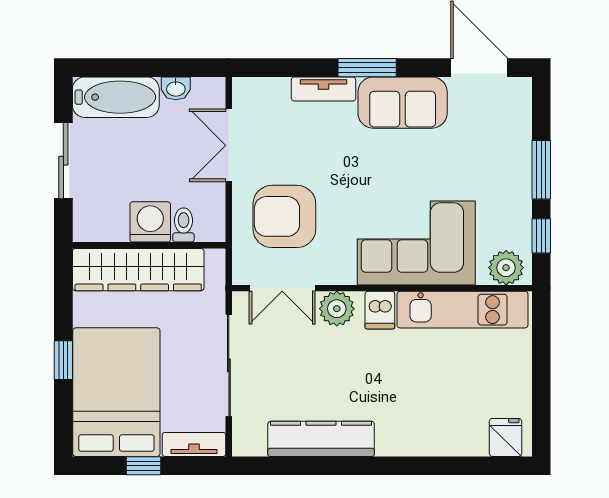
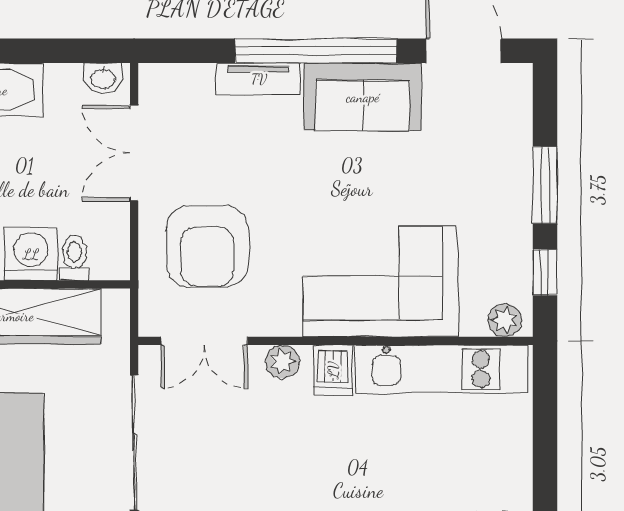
window: (367, 68) -> (316, 51), width x2.11
washbasin: (176, 88) -> (103, 78), moved
armchair: (284, 216) -> (207, 247), turned -90
plant: (506, 268) -> (505, 320), width x0.73, depth x0.73
plant: (337, 309) -> (282, 362), width x0.73, depth x0.73

